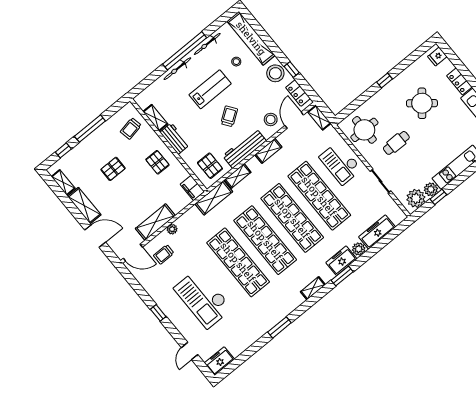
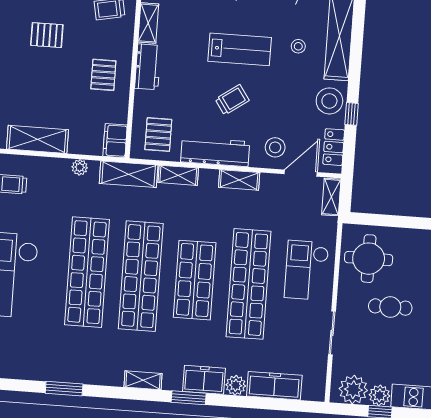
shop shelf: (292, 218) -> (195, 280), width x0.71
plant: (172, 229) -> (80, 167), moved

